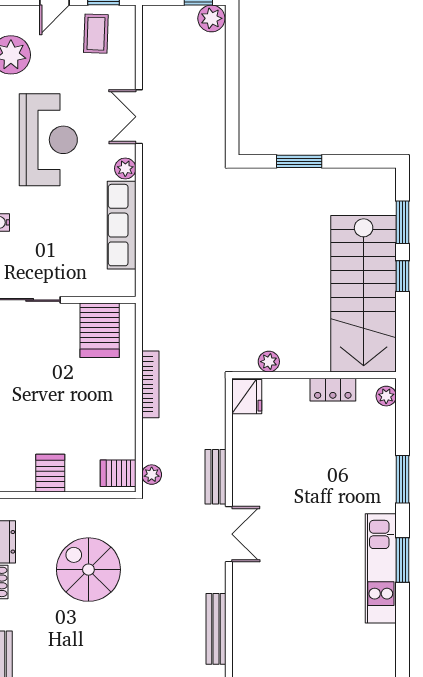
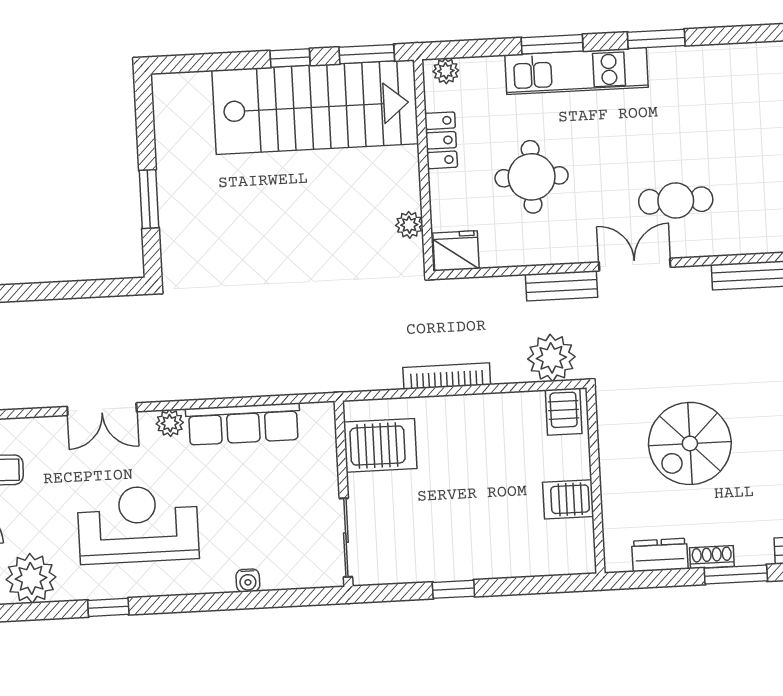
window: (402, 222) -> (367, 54), moved
round table: (301, 458) -> (532, 177), added
plant: (152, 475) -> (551, 358), width x1.87, depth x1.87
cafe table: (277, 568) -> (676, 200), added
kitchen unit: (381, 568) -> (576, 71), moved

